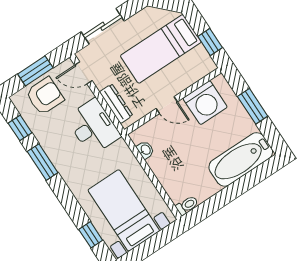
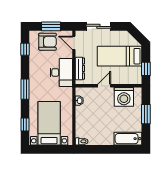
door: (167, 105) -> (104, 86), swing flipped
bathtub: (241, 159) -> (128, 139), width x0.73, depth x0.73
window: (43, 162) -> (25, 89), moved

